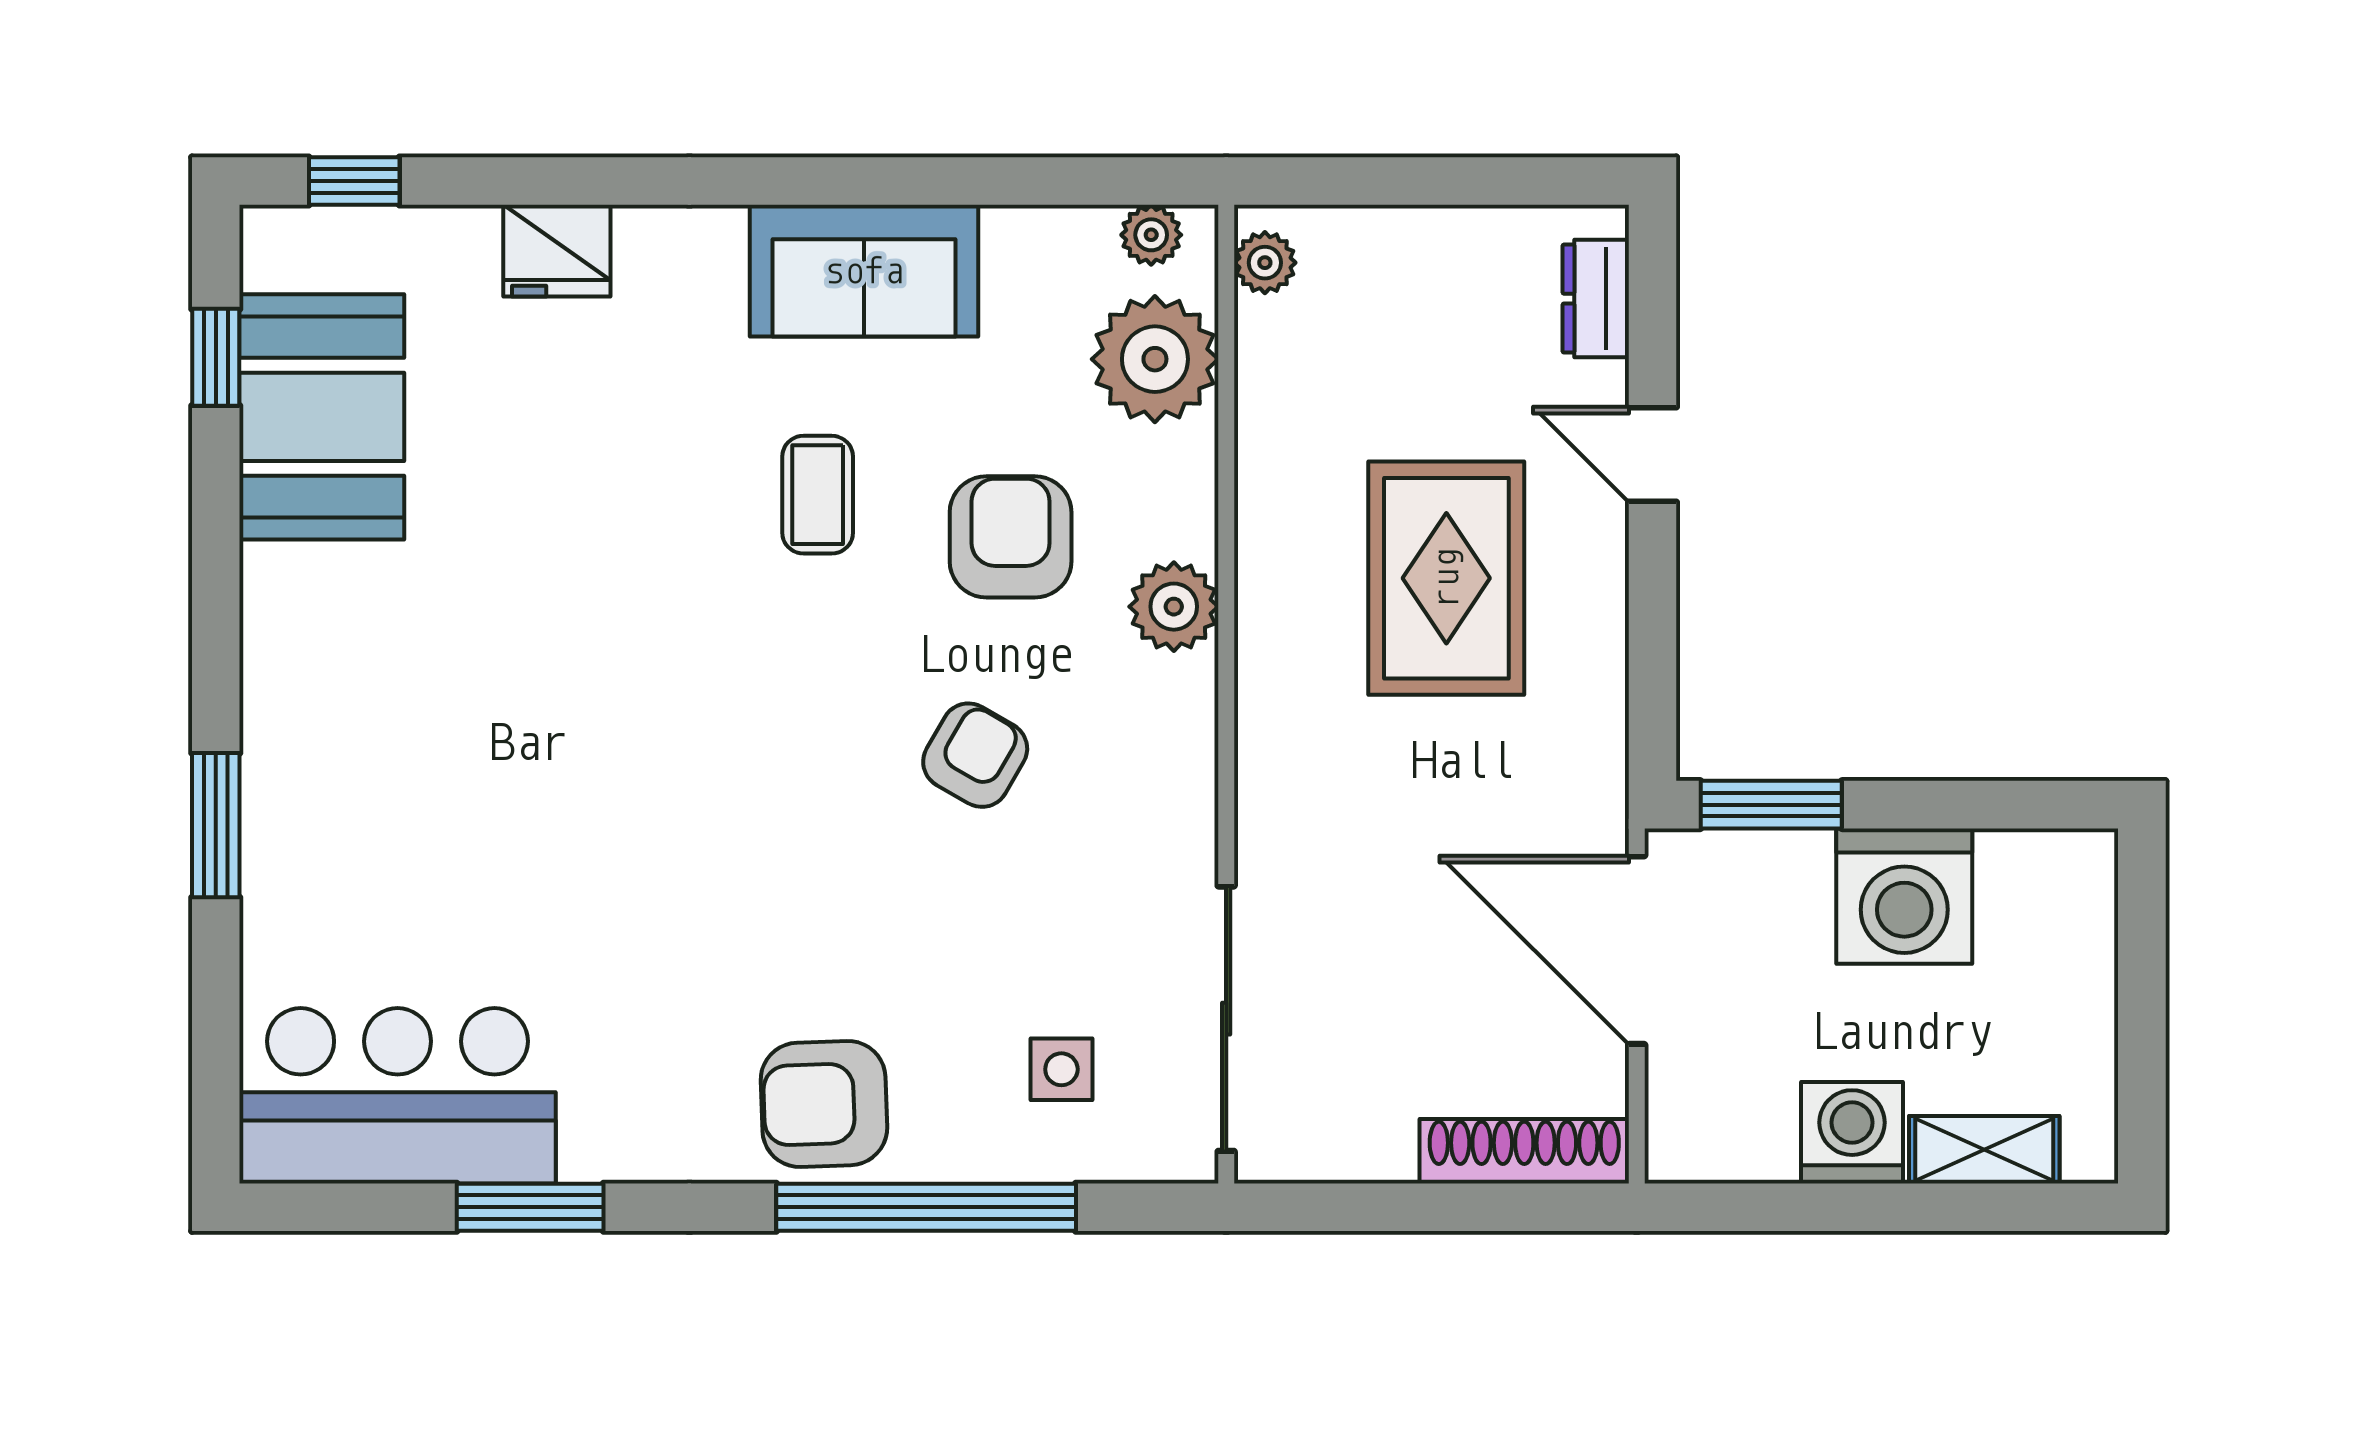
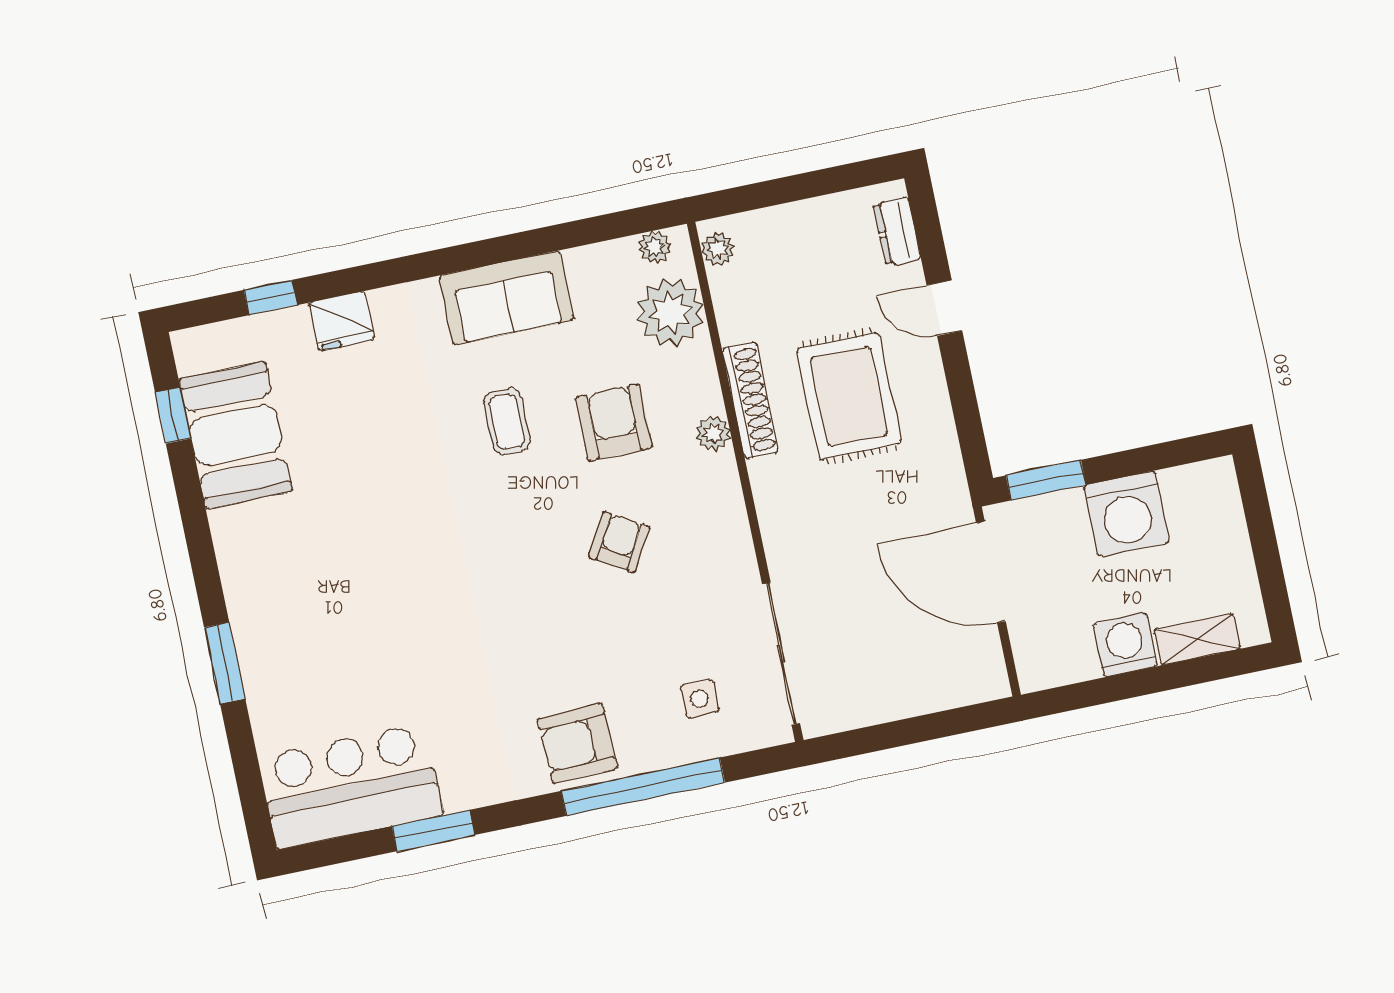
window: (354, 181) -> (271, 298), moved
plant: (1174, 607) -> (713, 434), width x0.73, depth x0.73
shoe rack: (1524, 1151) -> (750, 400), moved, turned 90

